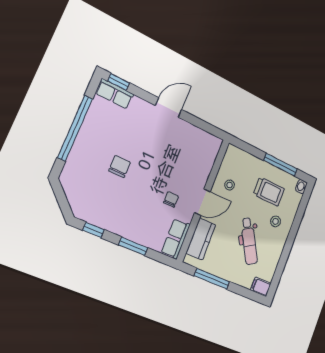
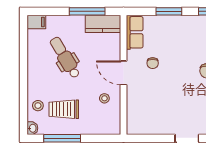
door: (202, 202) -> (123, 73), hinge flipped
stool: (276, 221) -> (38, 106), moved
kitchen counter: (201, 239) -> (103, 24), moved, turned -90

